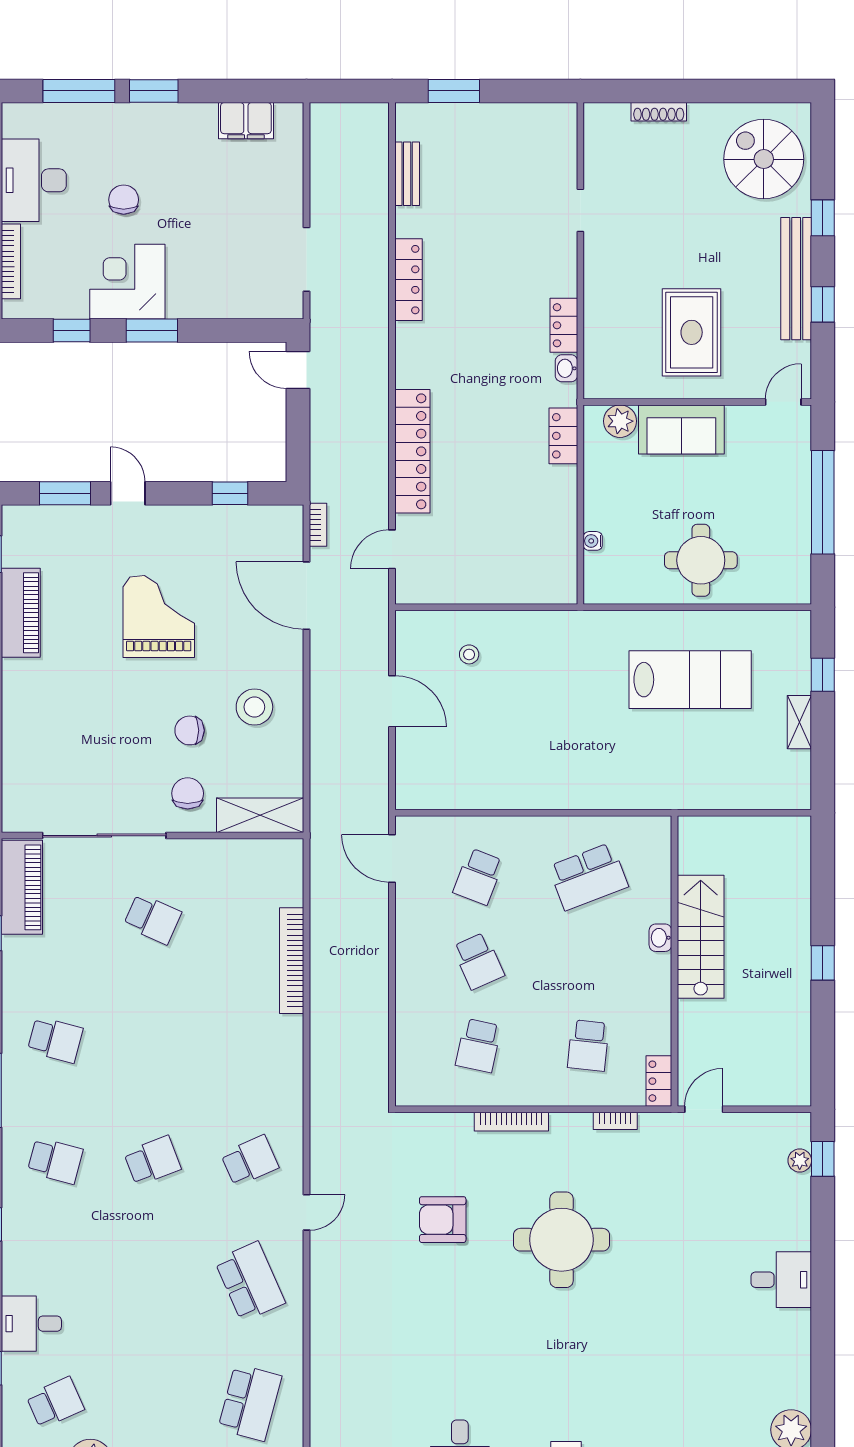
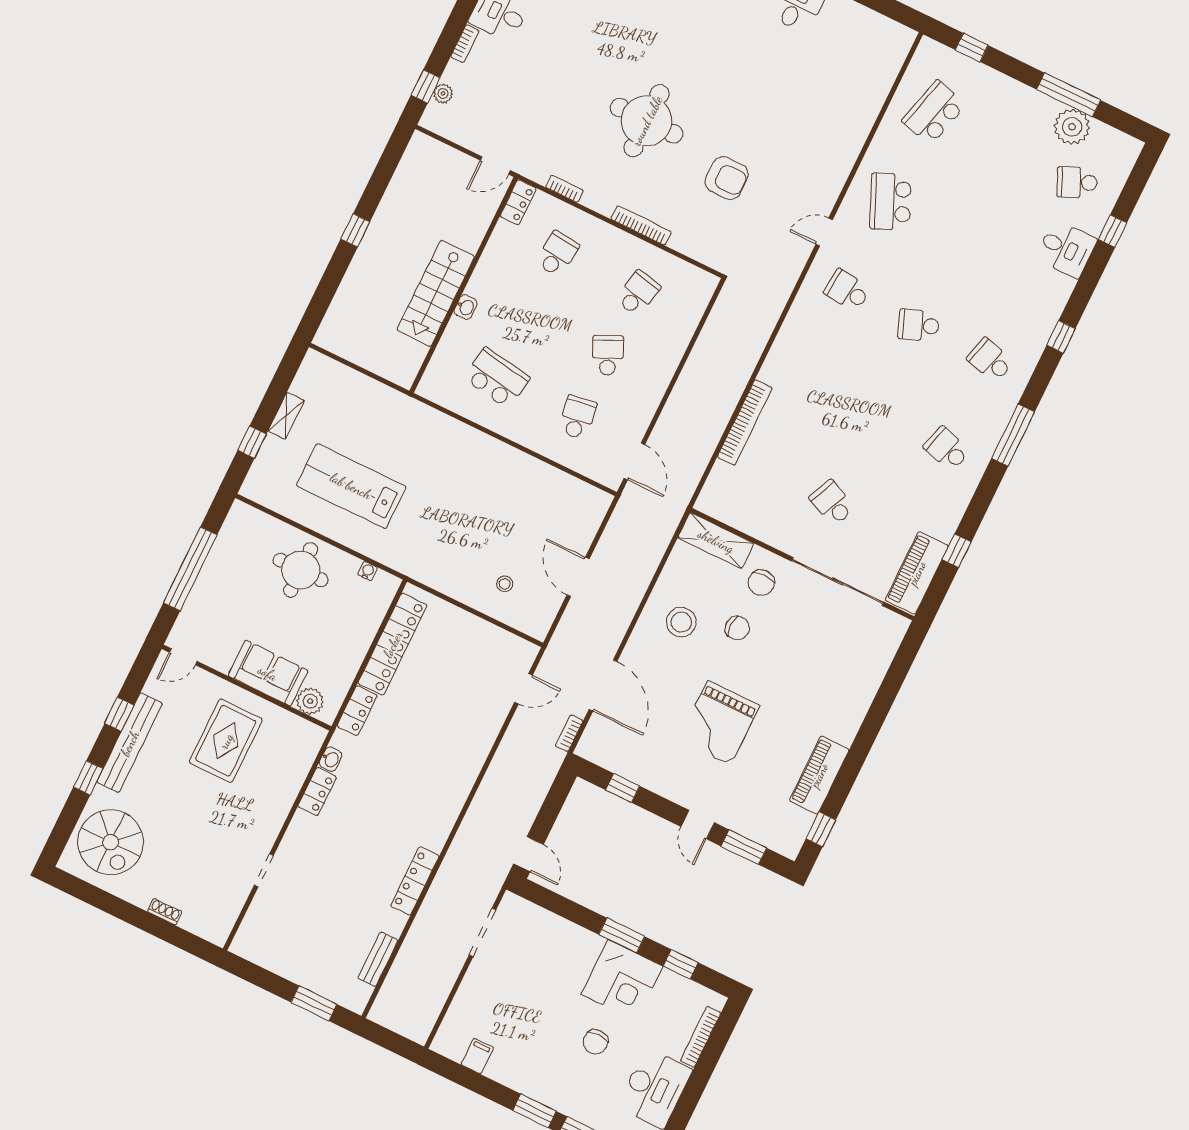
shoe rack: (659, 112) -> (165, 912), width x0.70
filing cabinet: (246, 121) -> (477, 1056), width x0.50
locker: (412, 451) -> (393, 644), moved, turned 180
water cooler: (593, 541) -> (368, 571), moved, turned -90
school desk: (478, 877) -> (577, 417), turned -30
school desk: (588, 877) -> (497, 378), turned 30
school desk: (250, 1161) -> (847, 290), turned 30
bookcase: (802, 1227) -> (465, 44), added

